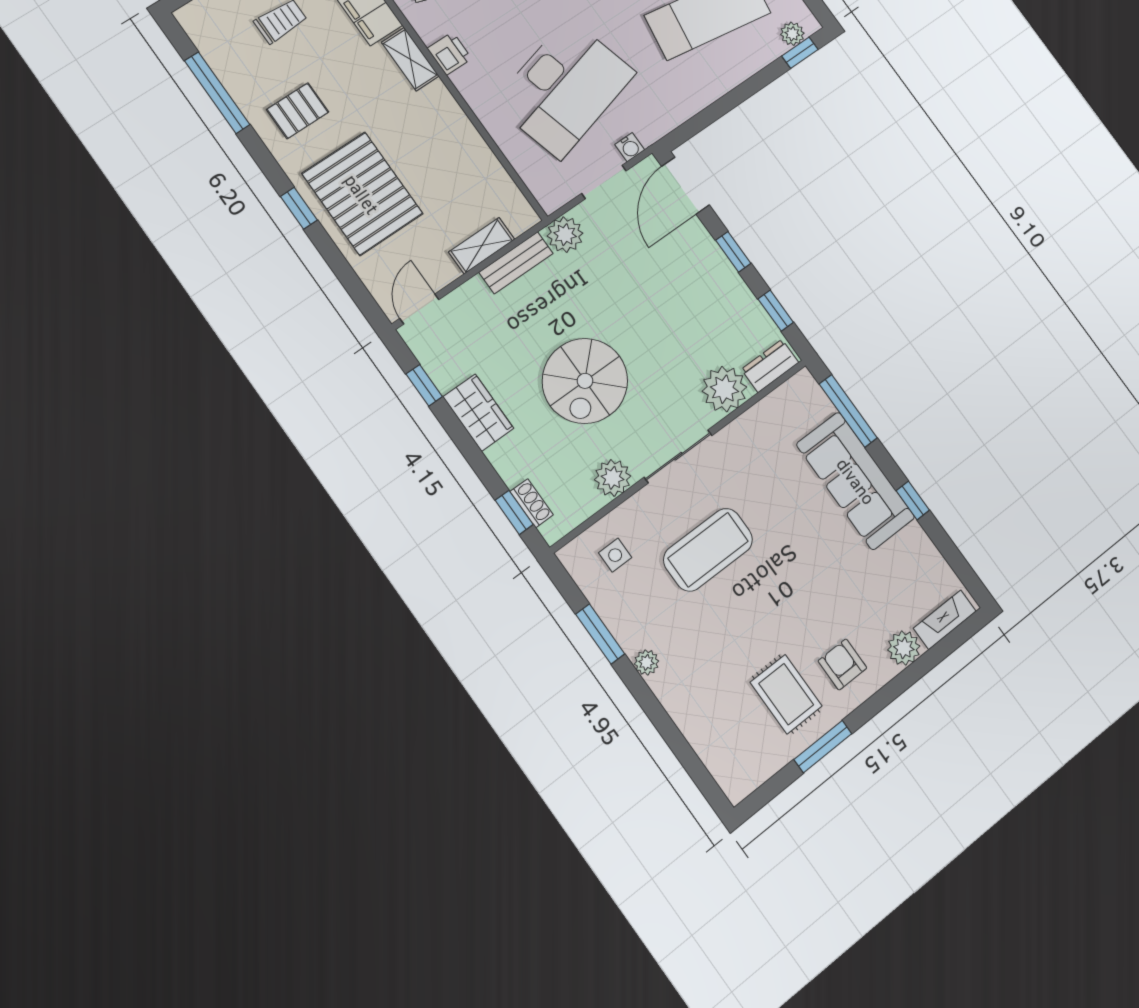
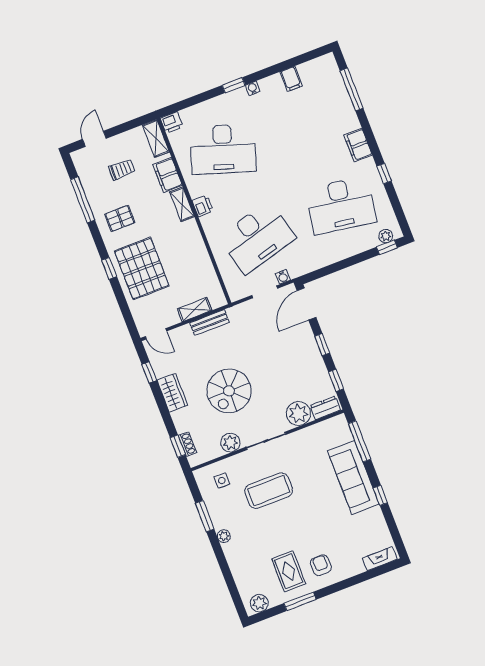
plant: (565, 235) -> (238, 314), removed
door: (419, 309) -> (156, 334), swing flipped
plant: (904, 648) -> (259, 603), moved

